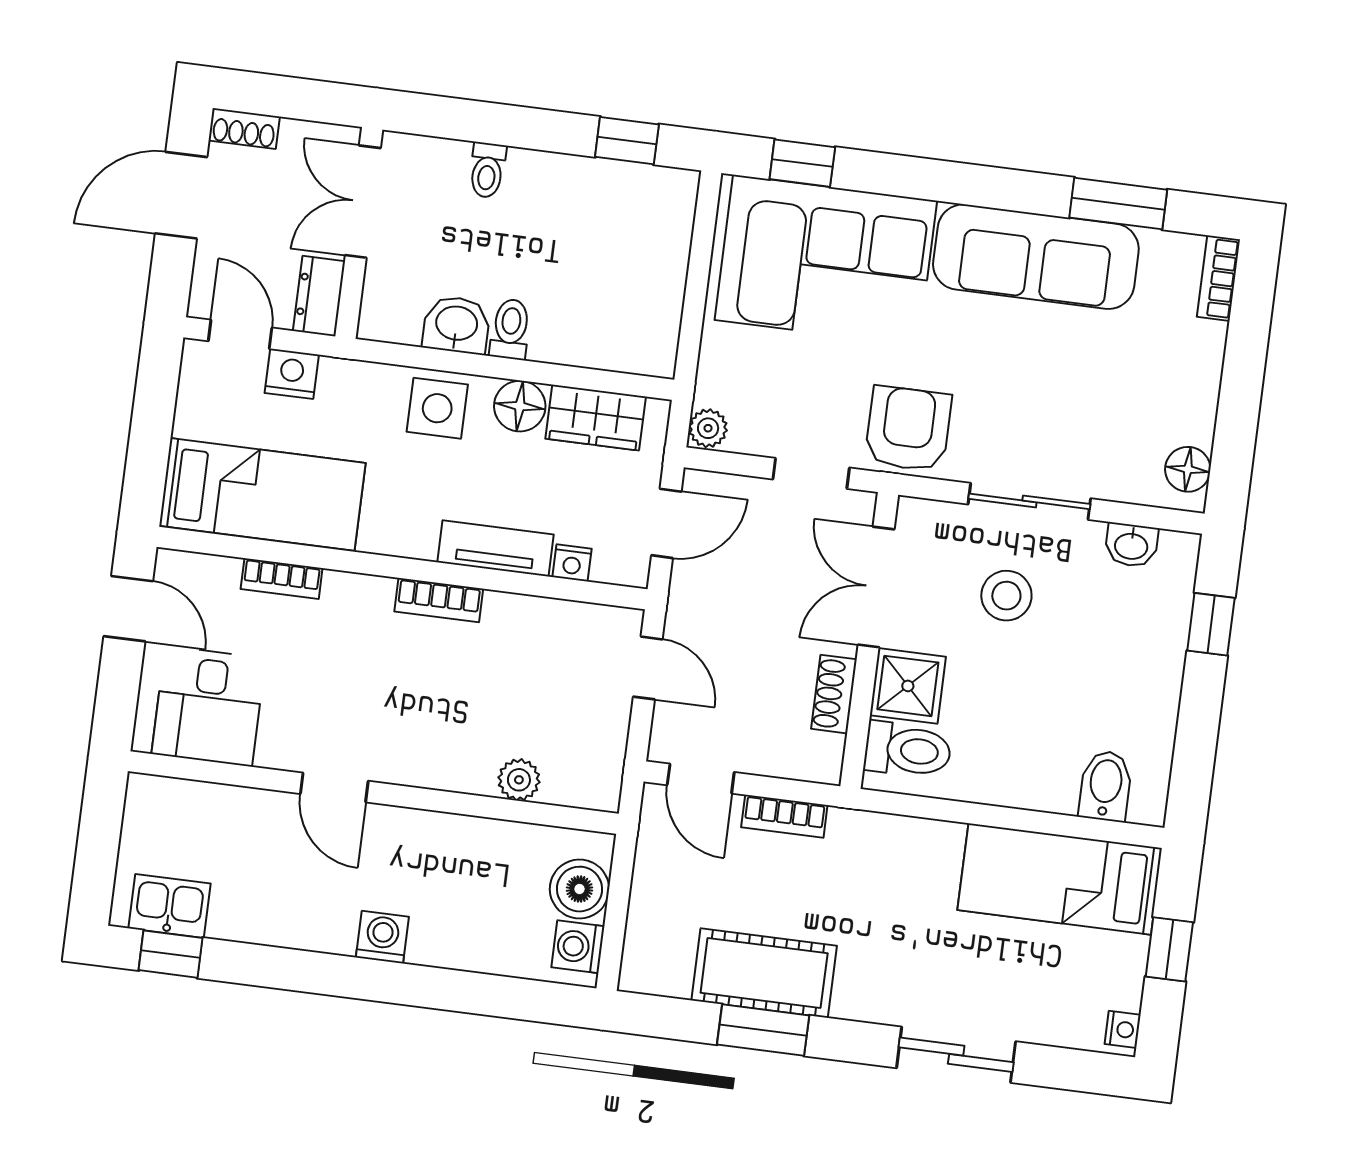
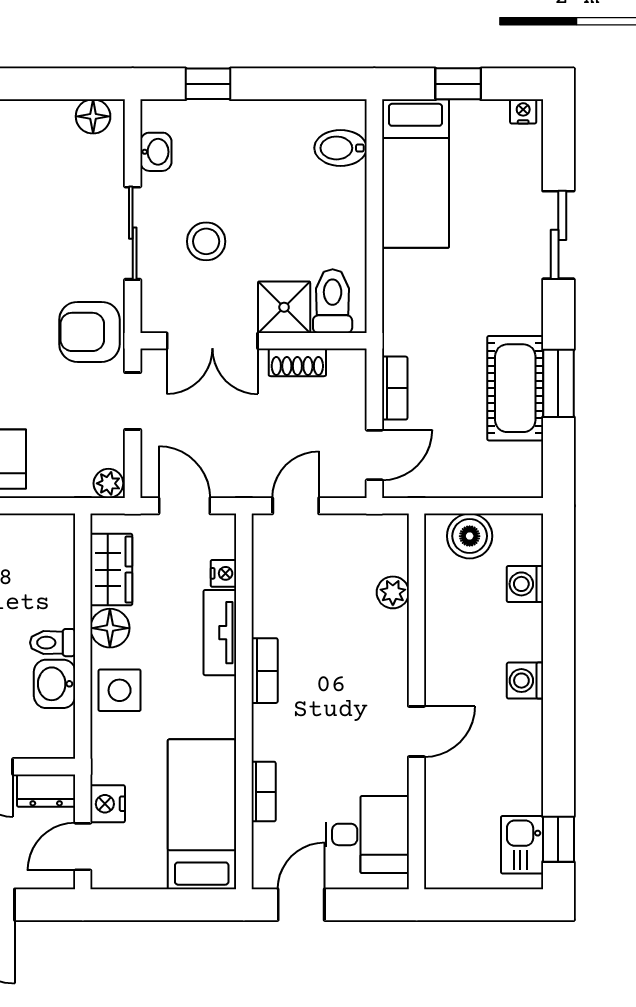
washing machine: (578, 947) -> (525, 584), moved, turned 90

